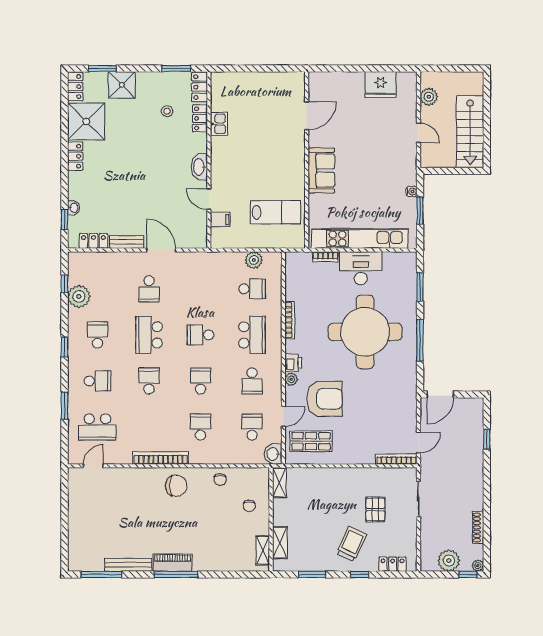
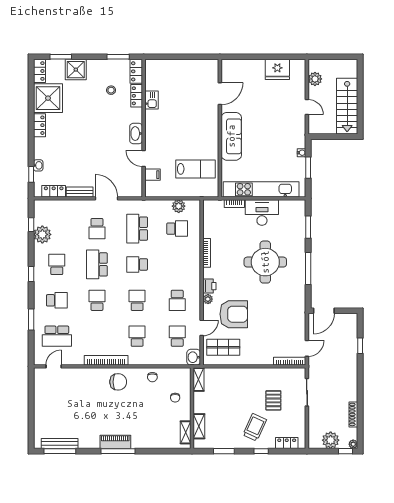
sofa: (321, 171) -> (231, 136), width x1.36
round table: (365, 332) -> (265, 262), width x0.73, depth x0.73
school desk: (252, 335) -> (137, 229), moved, turned 180
bench: (128, 565) -> (60, 444), moved

